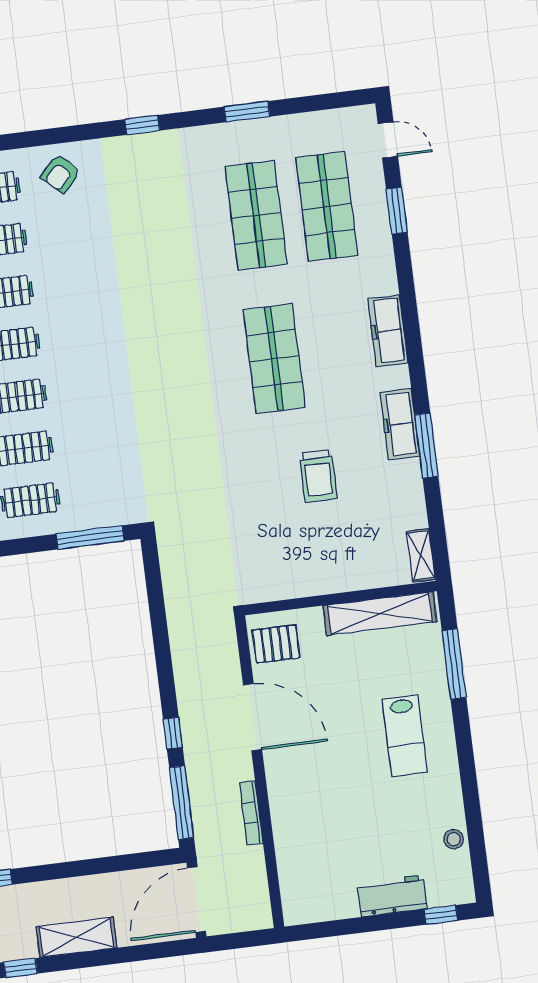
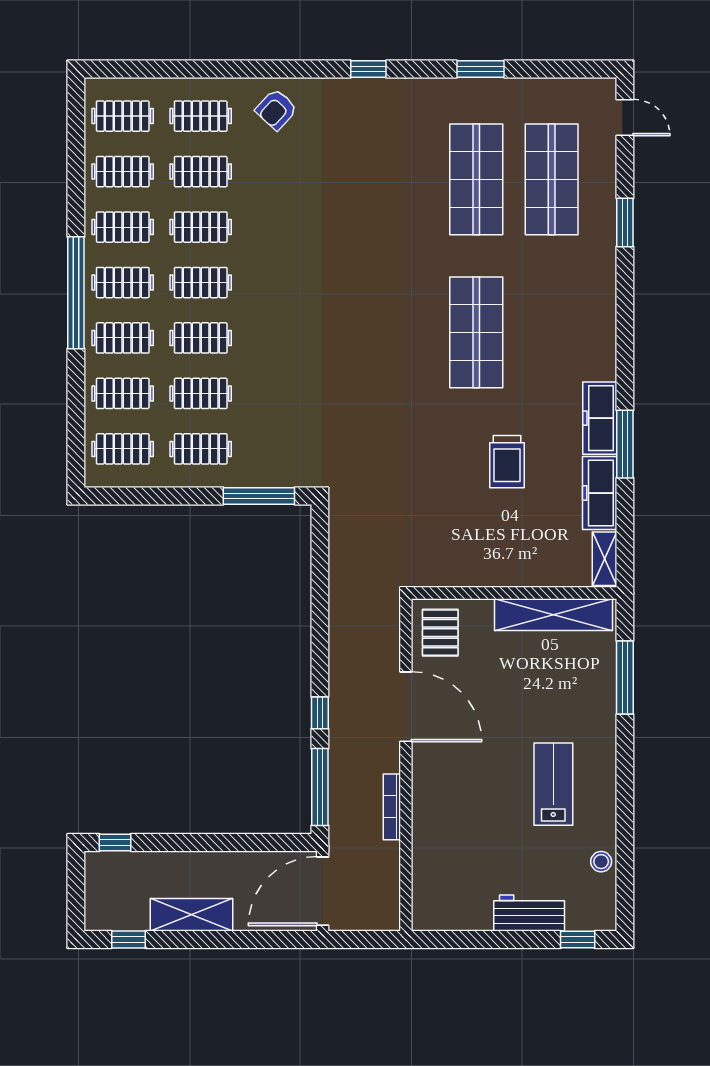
window: (397, 211) -> (625, 222), moved
freezer: (388, 331) -> (600, 493), moved
pallet: (276, 644) -> (440, 633), turned 90
lab bench: (405, 736) -> (553, 784), moved, turned 180

